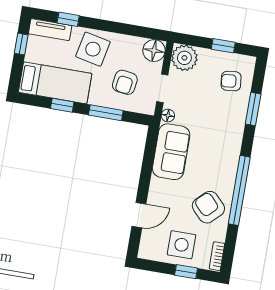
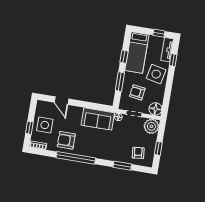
armchair: (208, 207) -> (66, 140), turned -136

